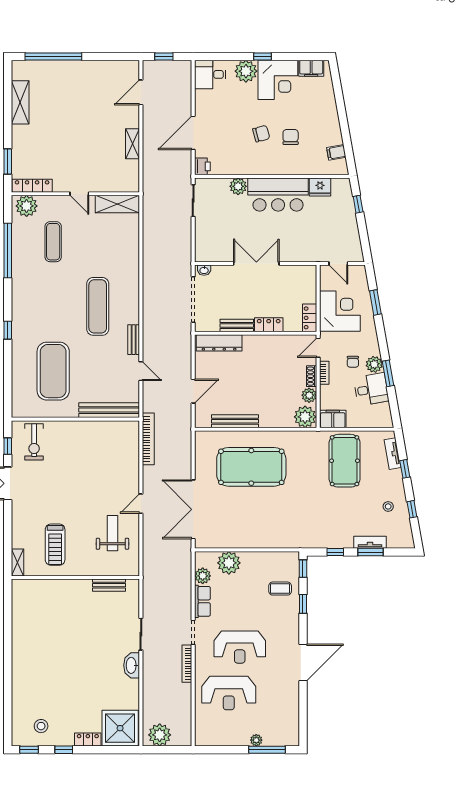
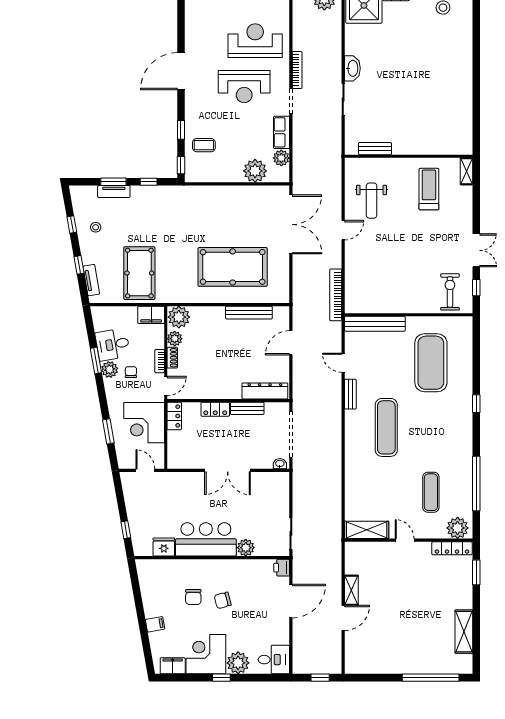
door: (141, 92) -> (343, 618), moved
filing cabinet: (336, 152) -> (155, 624), moved
reception desk: (240, 647) -> (244, 87), turned 180

